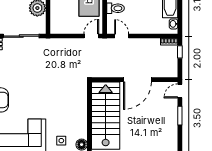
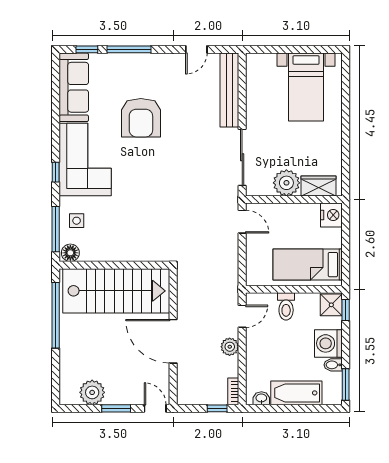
door: (91, 36) -> (242, 222), moved
plant: (141, 44) -> (230, 347), added
plant: (170, 131) -> (92, 392), added

